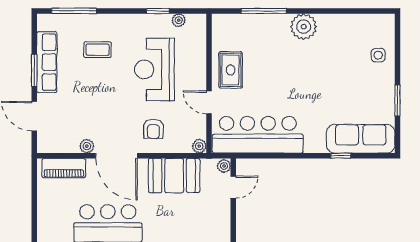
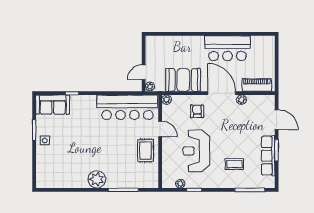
side table: (378, 55) -> (45, 140), moved
reception desk: (154, 69) -> (196, 151), turned 180
sofa: (361, 139) -> (53, 105), width x0.73

